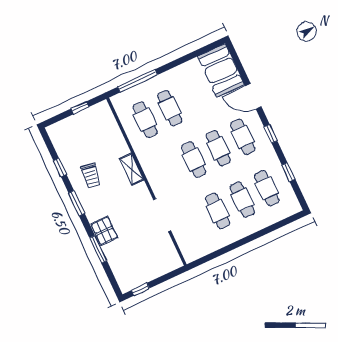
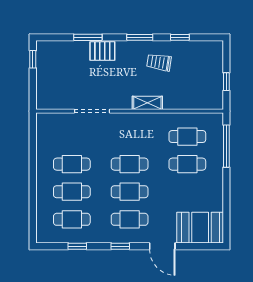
door: (253, 96) -> (162, 246), swing flipped

